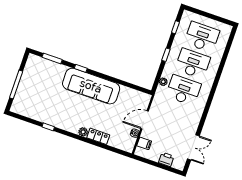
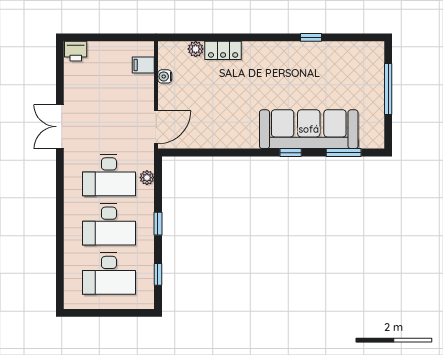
sofa: (91, 86) -> (309, 129), moved
door: (145, 120) -> (156, 127), moved
plant: (83, 132) -> (196, 49), moved
double door: (193, 147) -> (60, 127), moved
printer: (166, 159) -> (76, 51), moved

